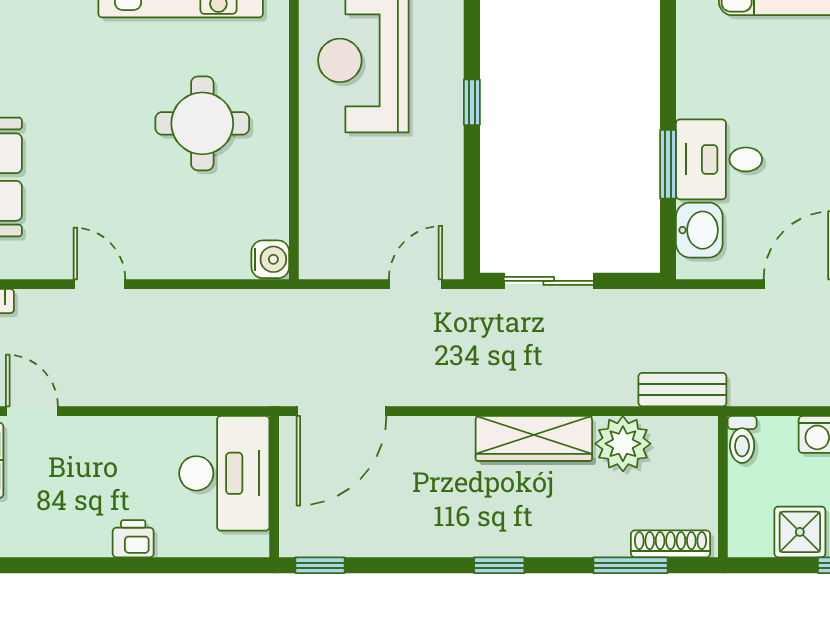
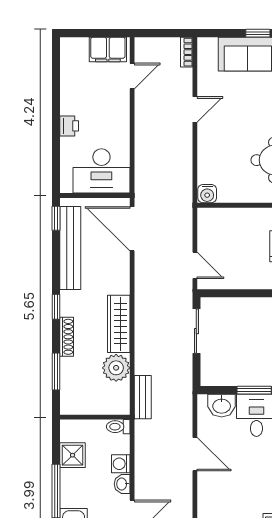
bench: (380, 536) -> (70, 248), added
shoe rack: (671, 544) -> (67, 337), moved

